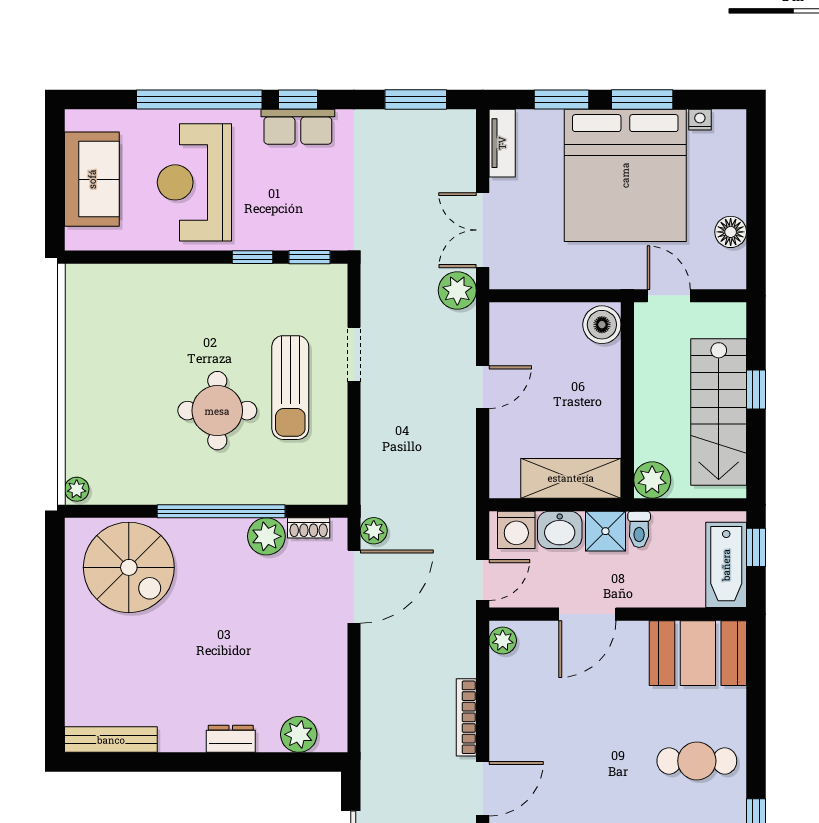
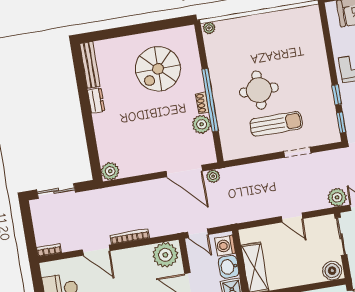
sliding door: (536, 296) -> (341, 236), added
sun lounger: (290, 388) -> (276, 124), turned 180
shoe rack: (309, 528) -> (202, 103), moved
spiral stairs: (129, 567) -> (158, 69), moved
plant: (503, 640) -> (165, 255), width x1.87, depth x1.87
plant: (299, 734) -> (110, 171), moved
dresser: (231, 739) -> (96, 101), moved

